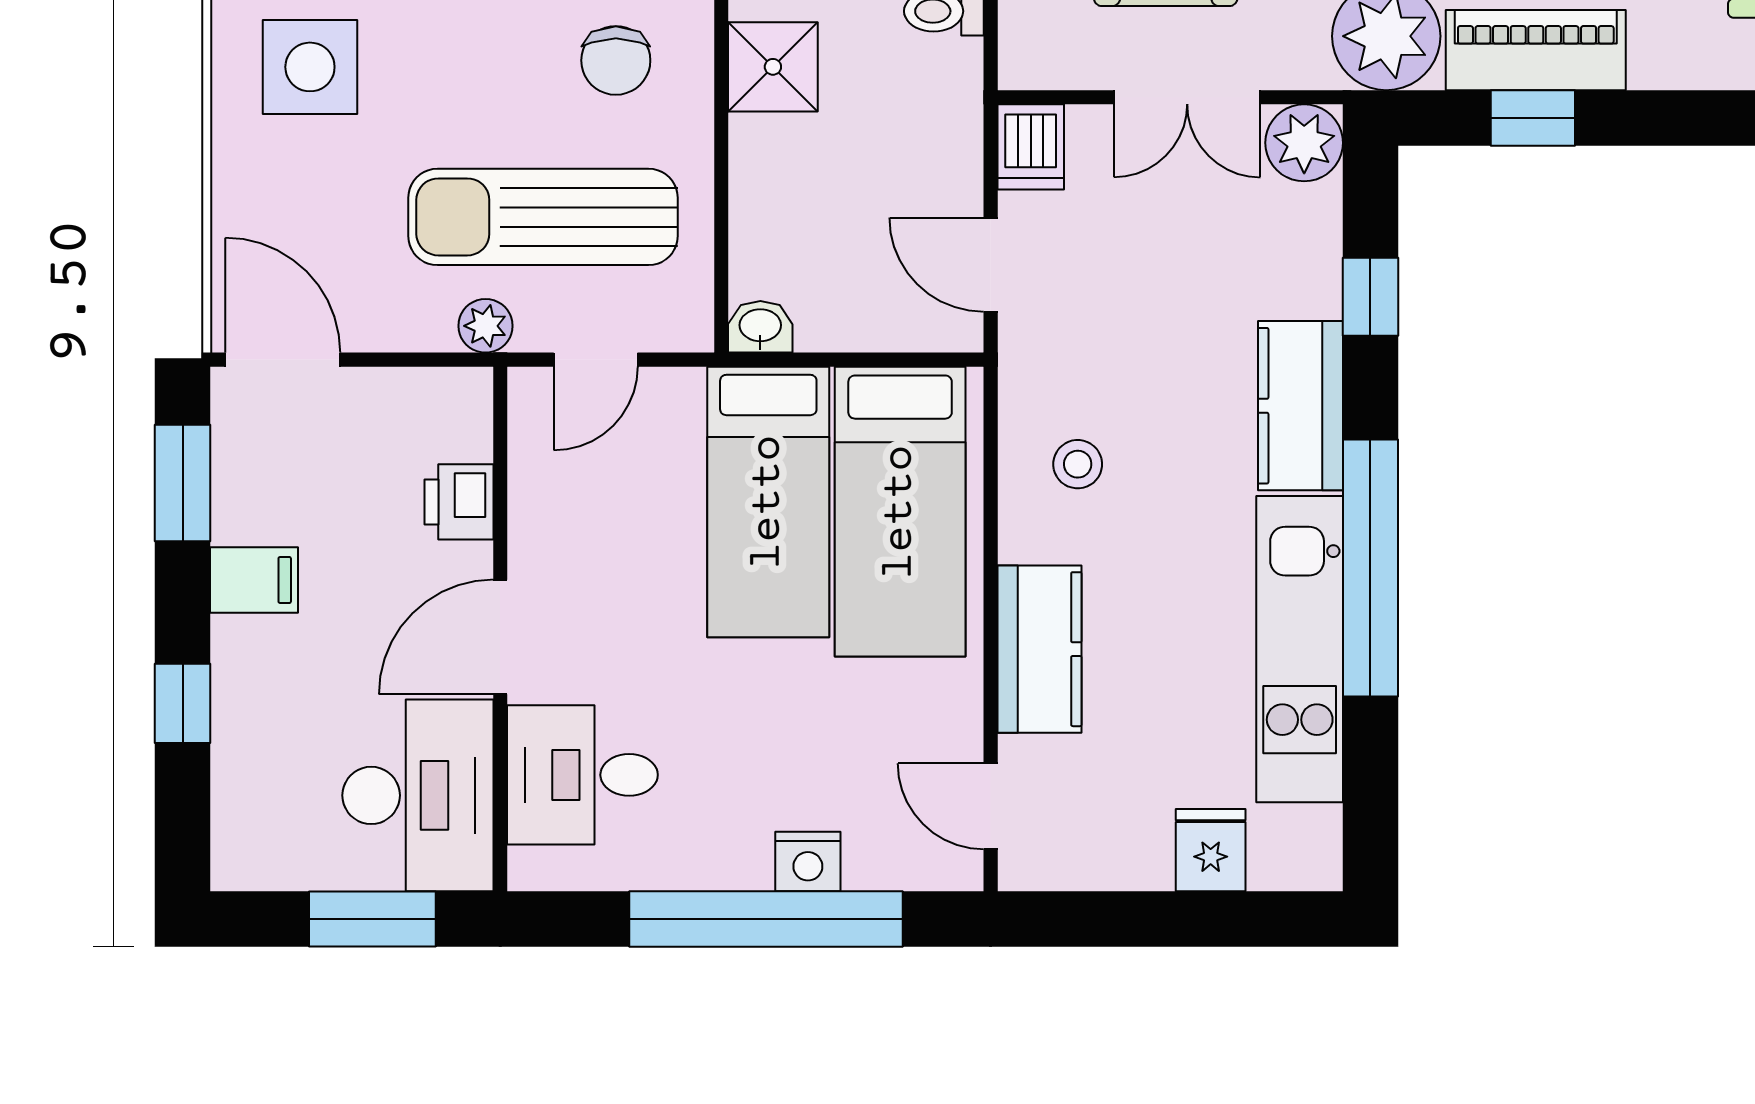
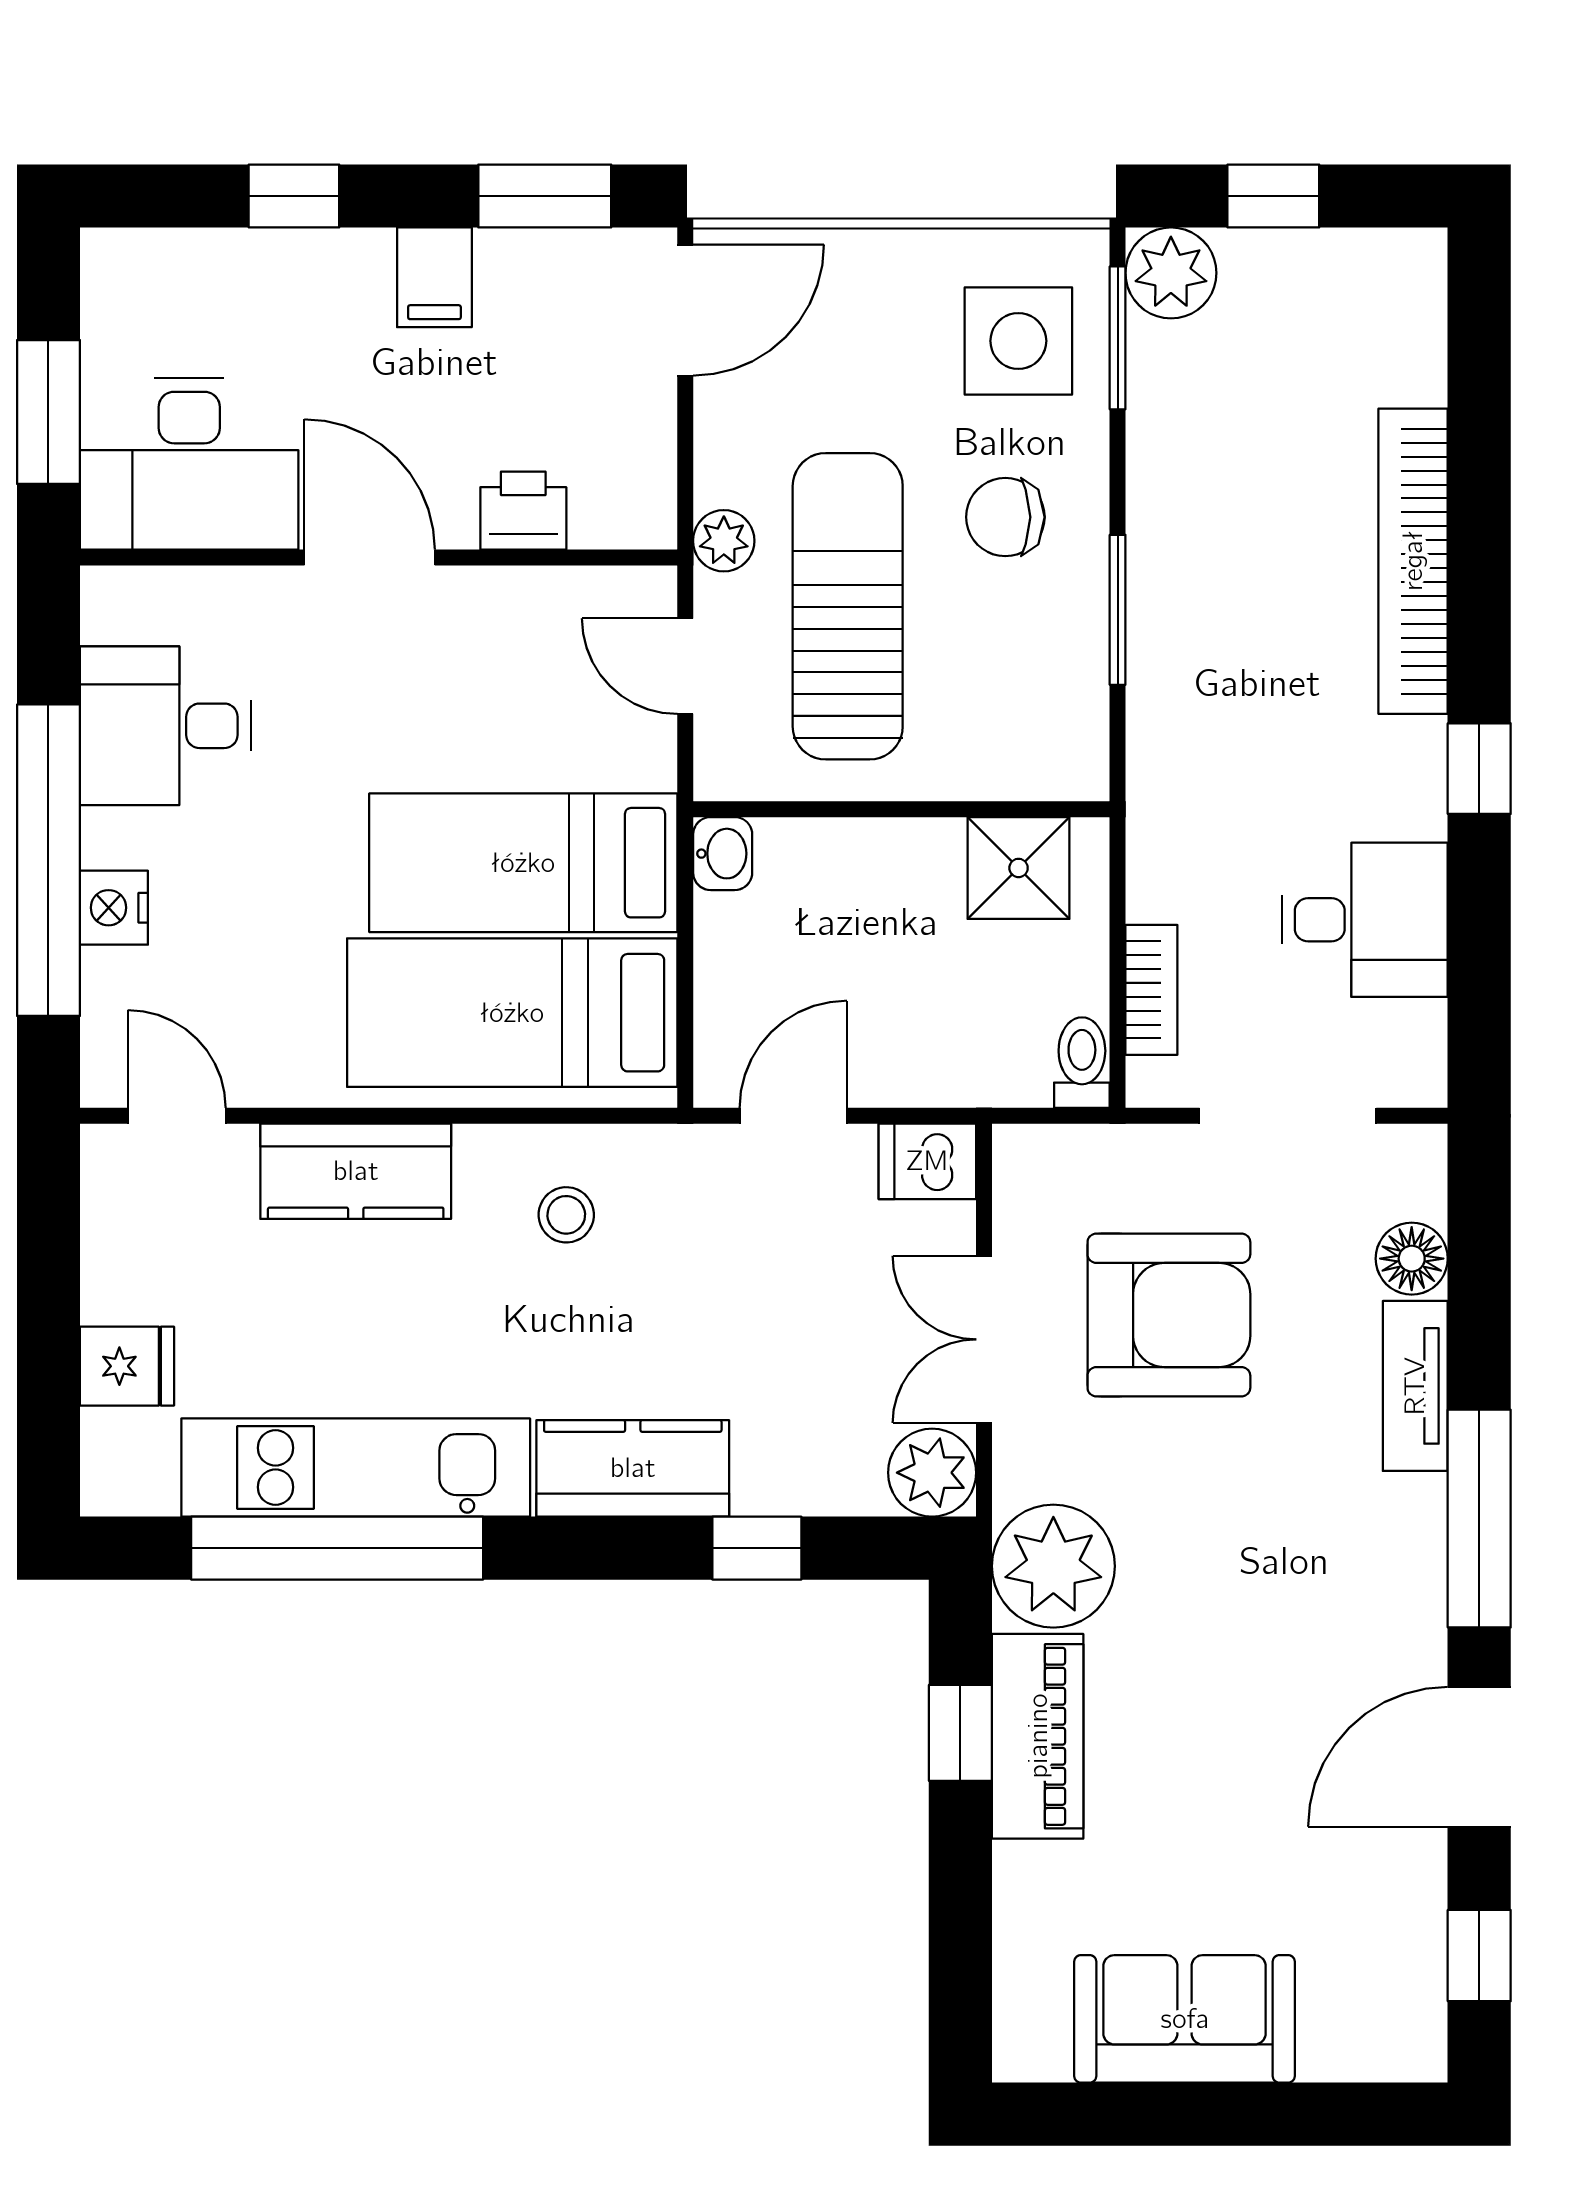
chair: (616, 60) -> (1005, 517), moved
window: (1370, 568) -> (337, 1548), moved
desk: (582, 775) -> (166, 726), moved, turned -90
door: (991, 806) -> (177, 1116), hinge flipped

